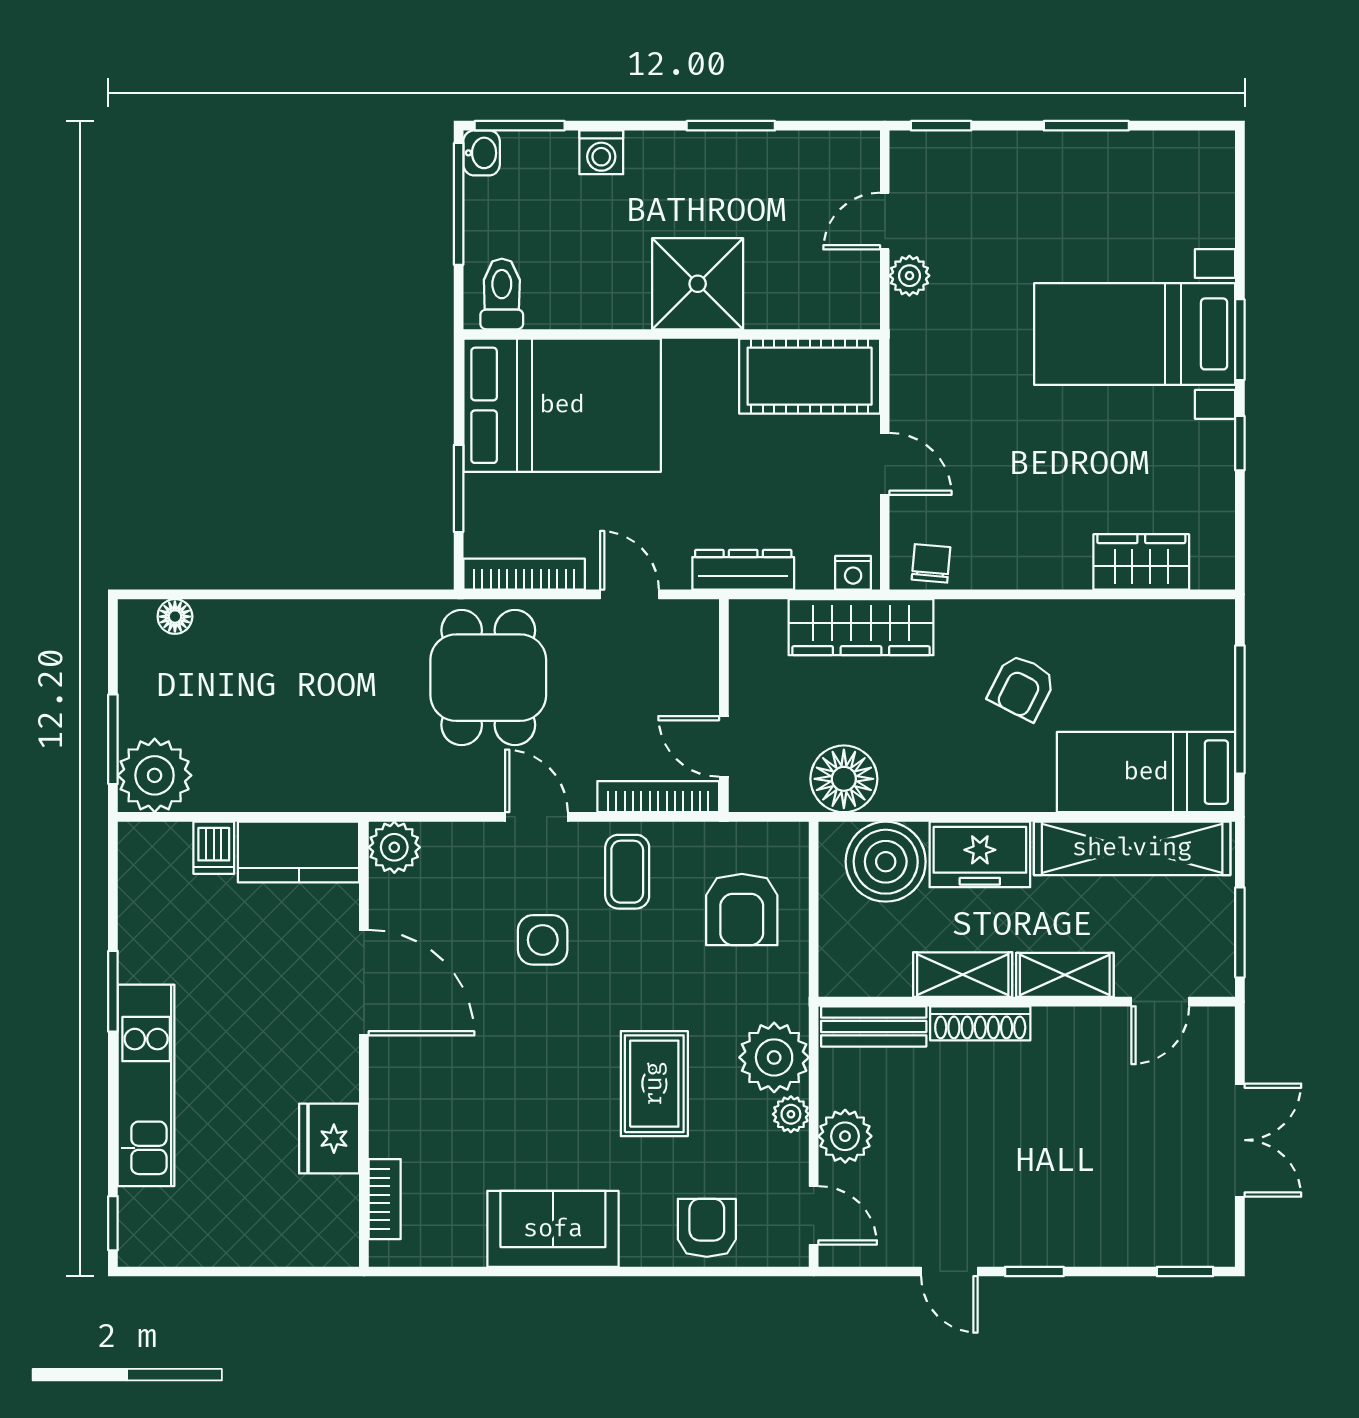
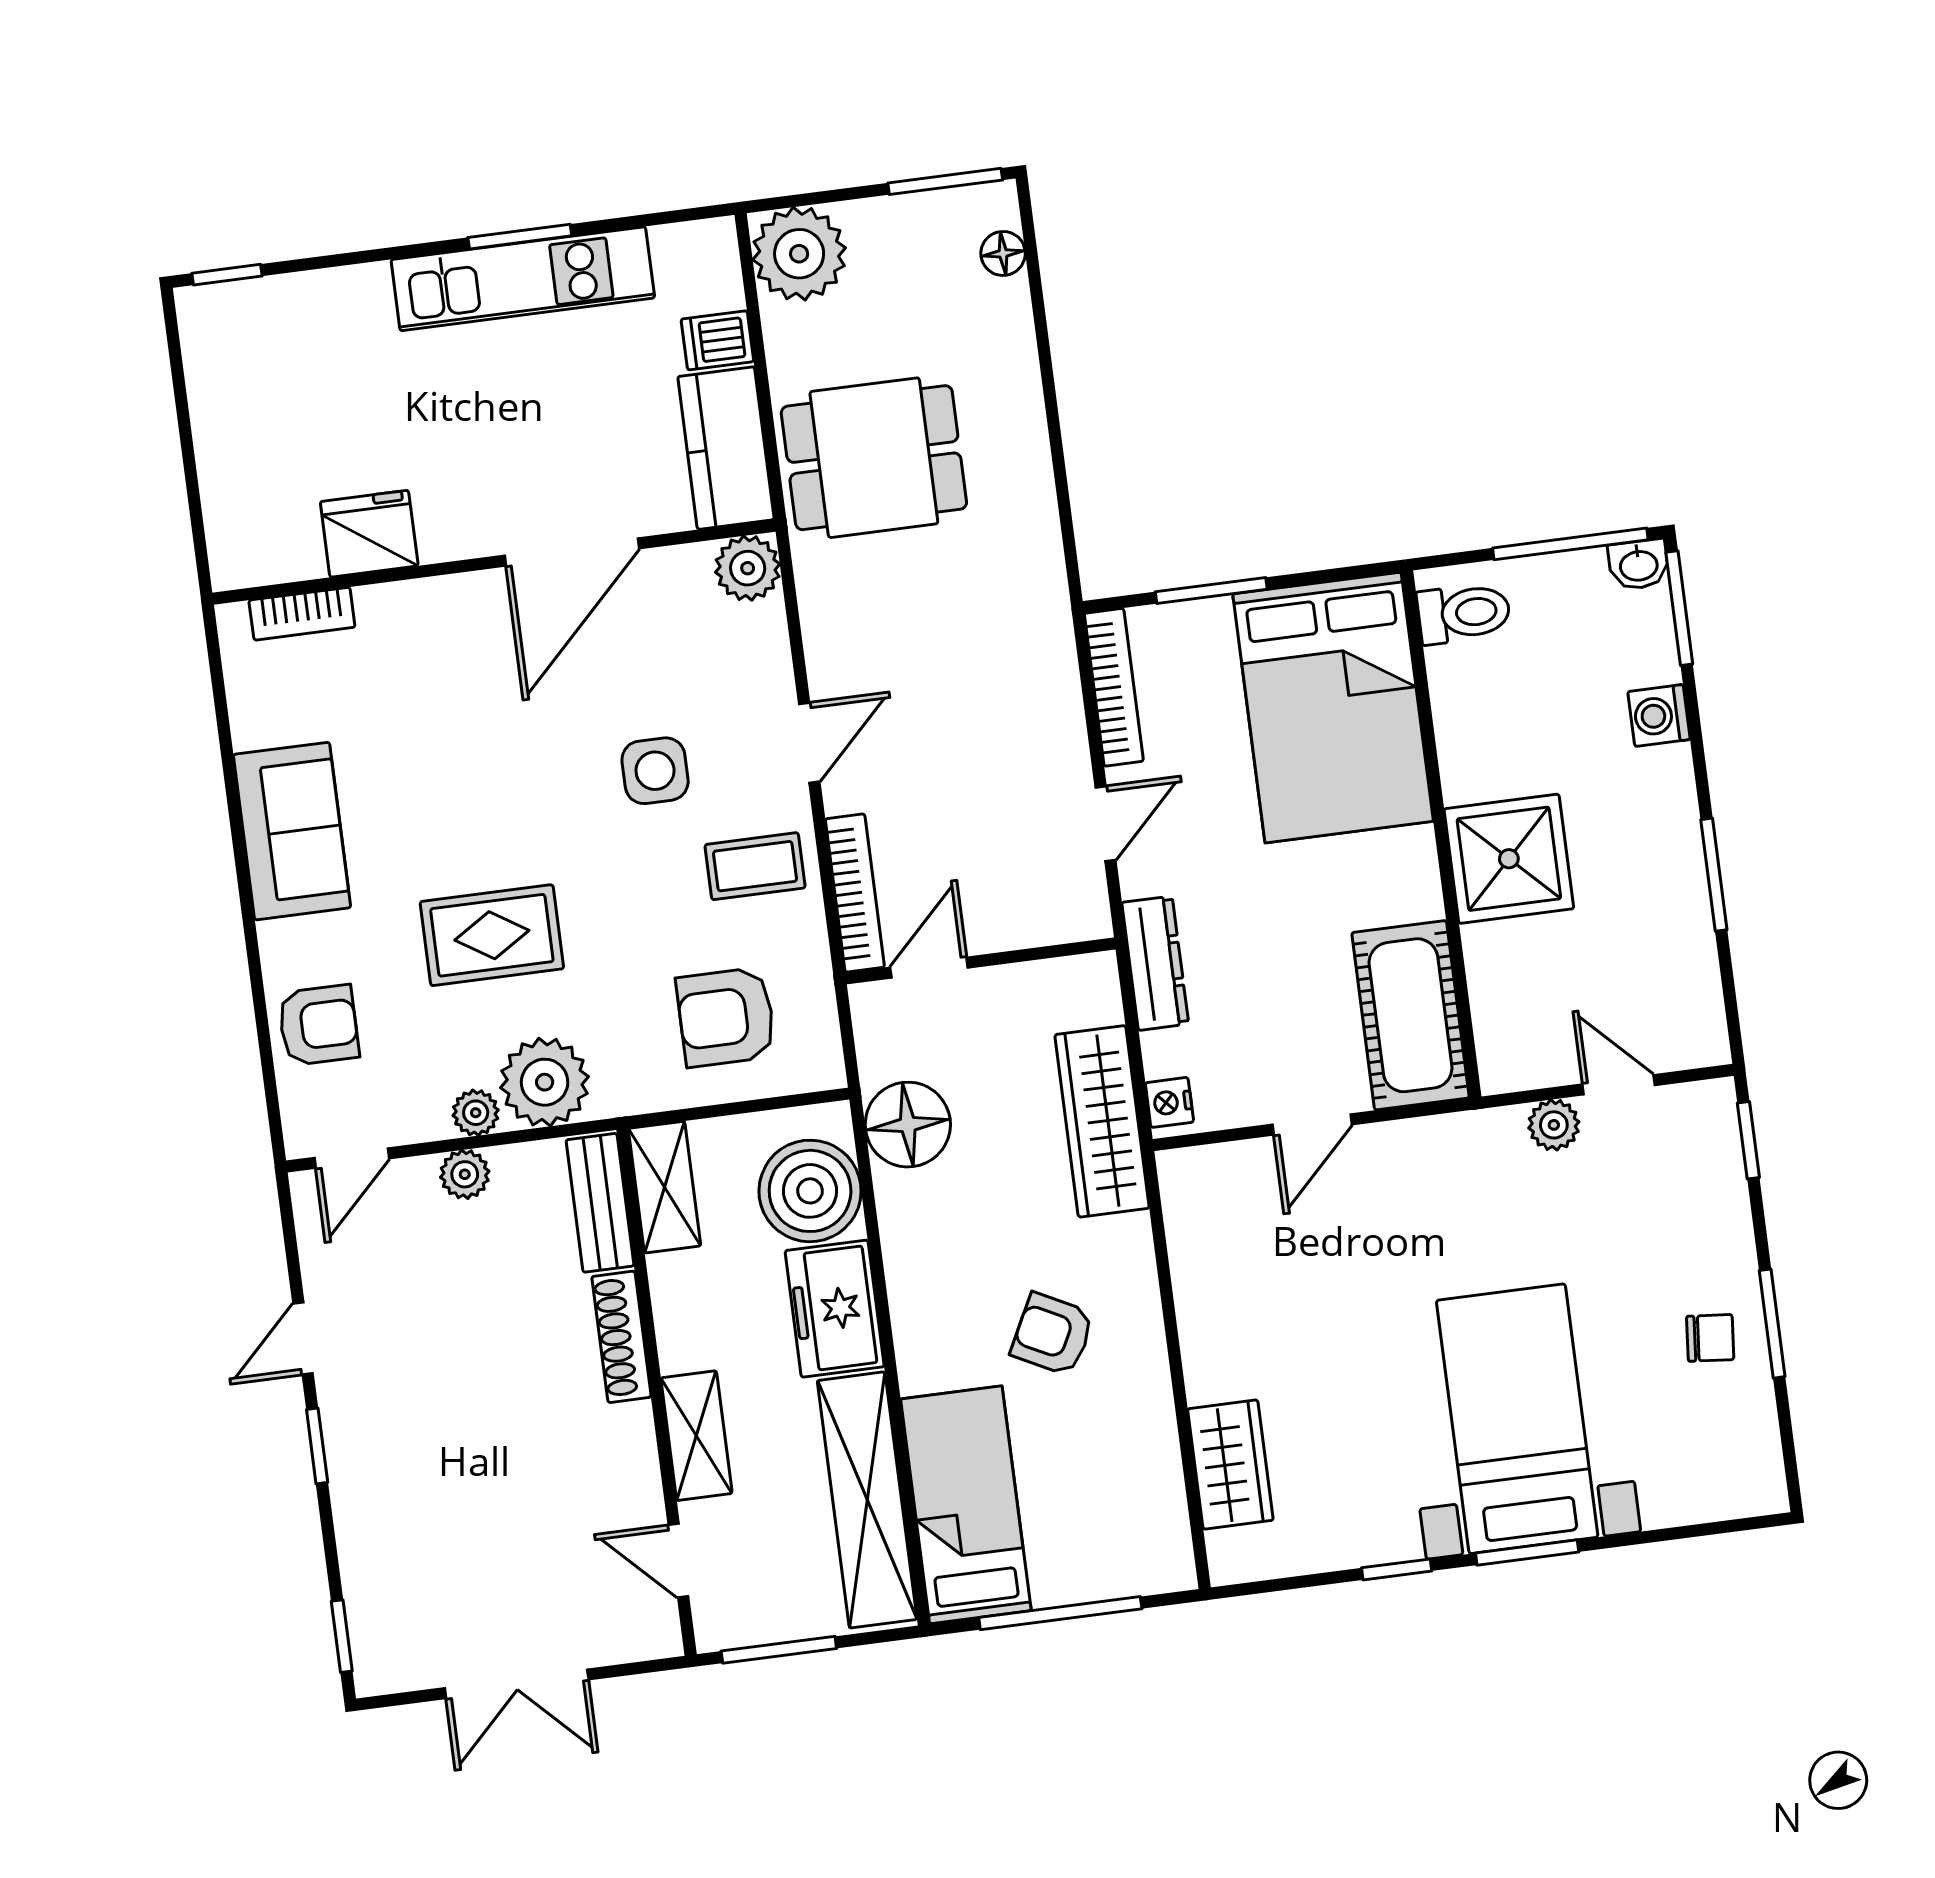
chair: (931, 563) -> (1710, 1338), moved
dining table: (488, 678) -> (874, 458), moved
window: (113, 739) -> (945, 181), moved
shelving: (963, 975) -> (665, 1187), moved
kitchen unit: (146, 1085) -> (523, 279), moved
plant: (845, 1136) -> (465, 1174), width x0.73, depth x0.73

